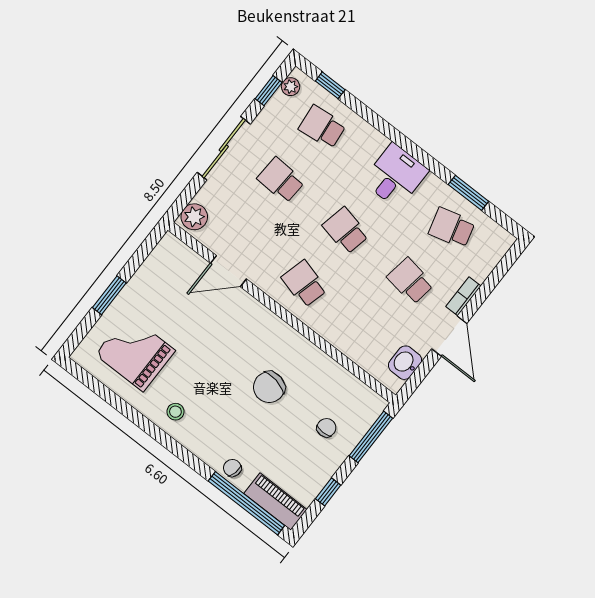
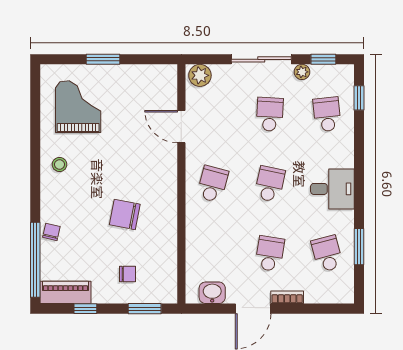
plant: (291, 87) -> (302, 72), moved
window: (371, 437) -> (145, 309), width x0.69
piano: (275, 502) -> (65, 292), moved, turned -90

